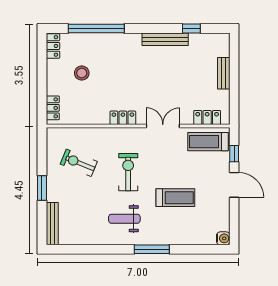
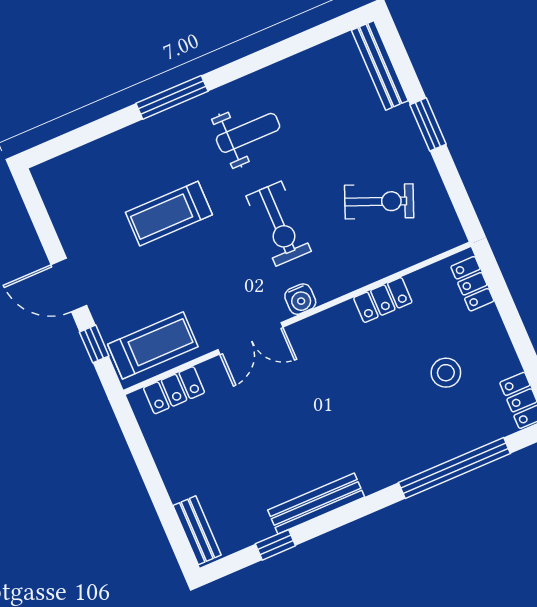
bench: (224, 73) -> (197, 530), moved
locker: (123, 118) -> (383, 300), moved
water cooler: (223, 238) -> (300, 299), moved, turned -90

